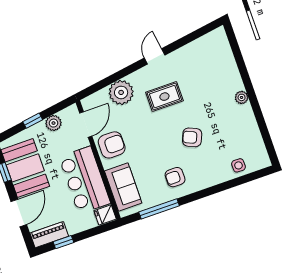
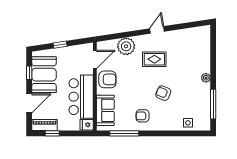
plant: (53, 123) -> (73, 51), removed
window: (263, 129) -> (213, 104), added

